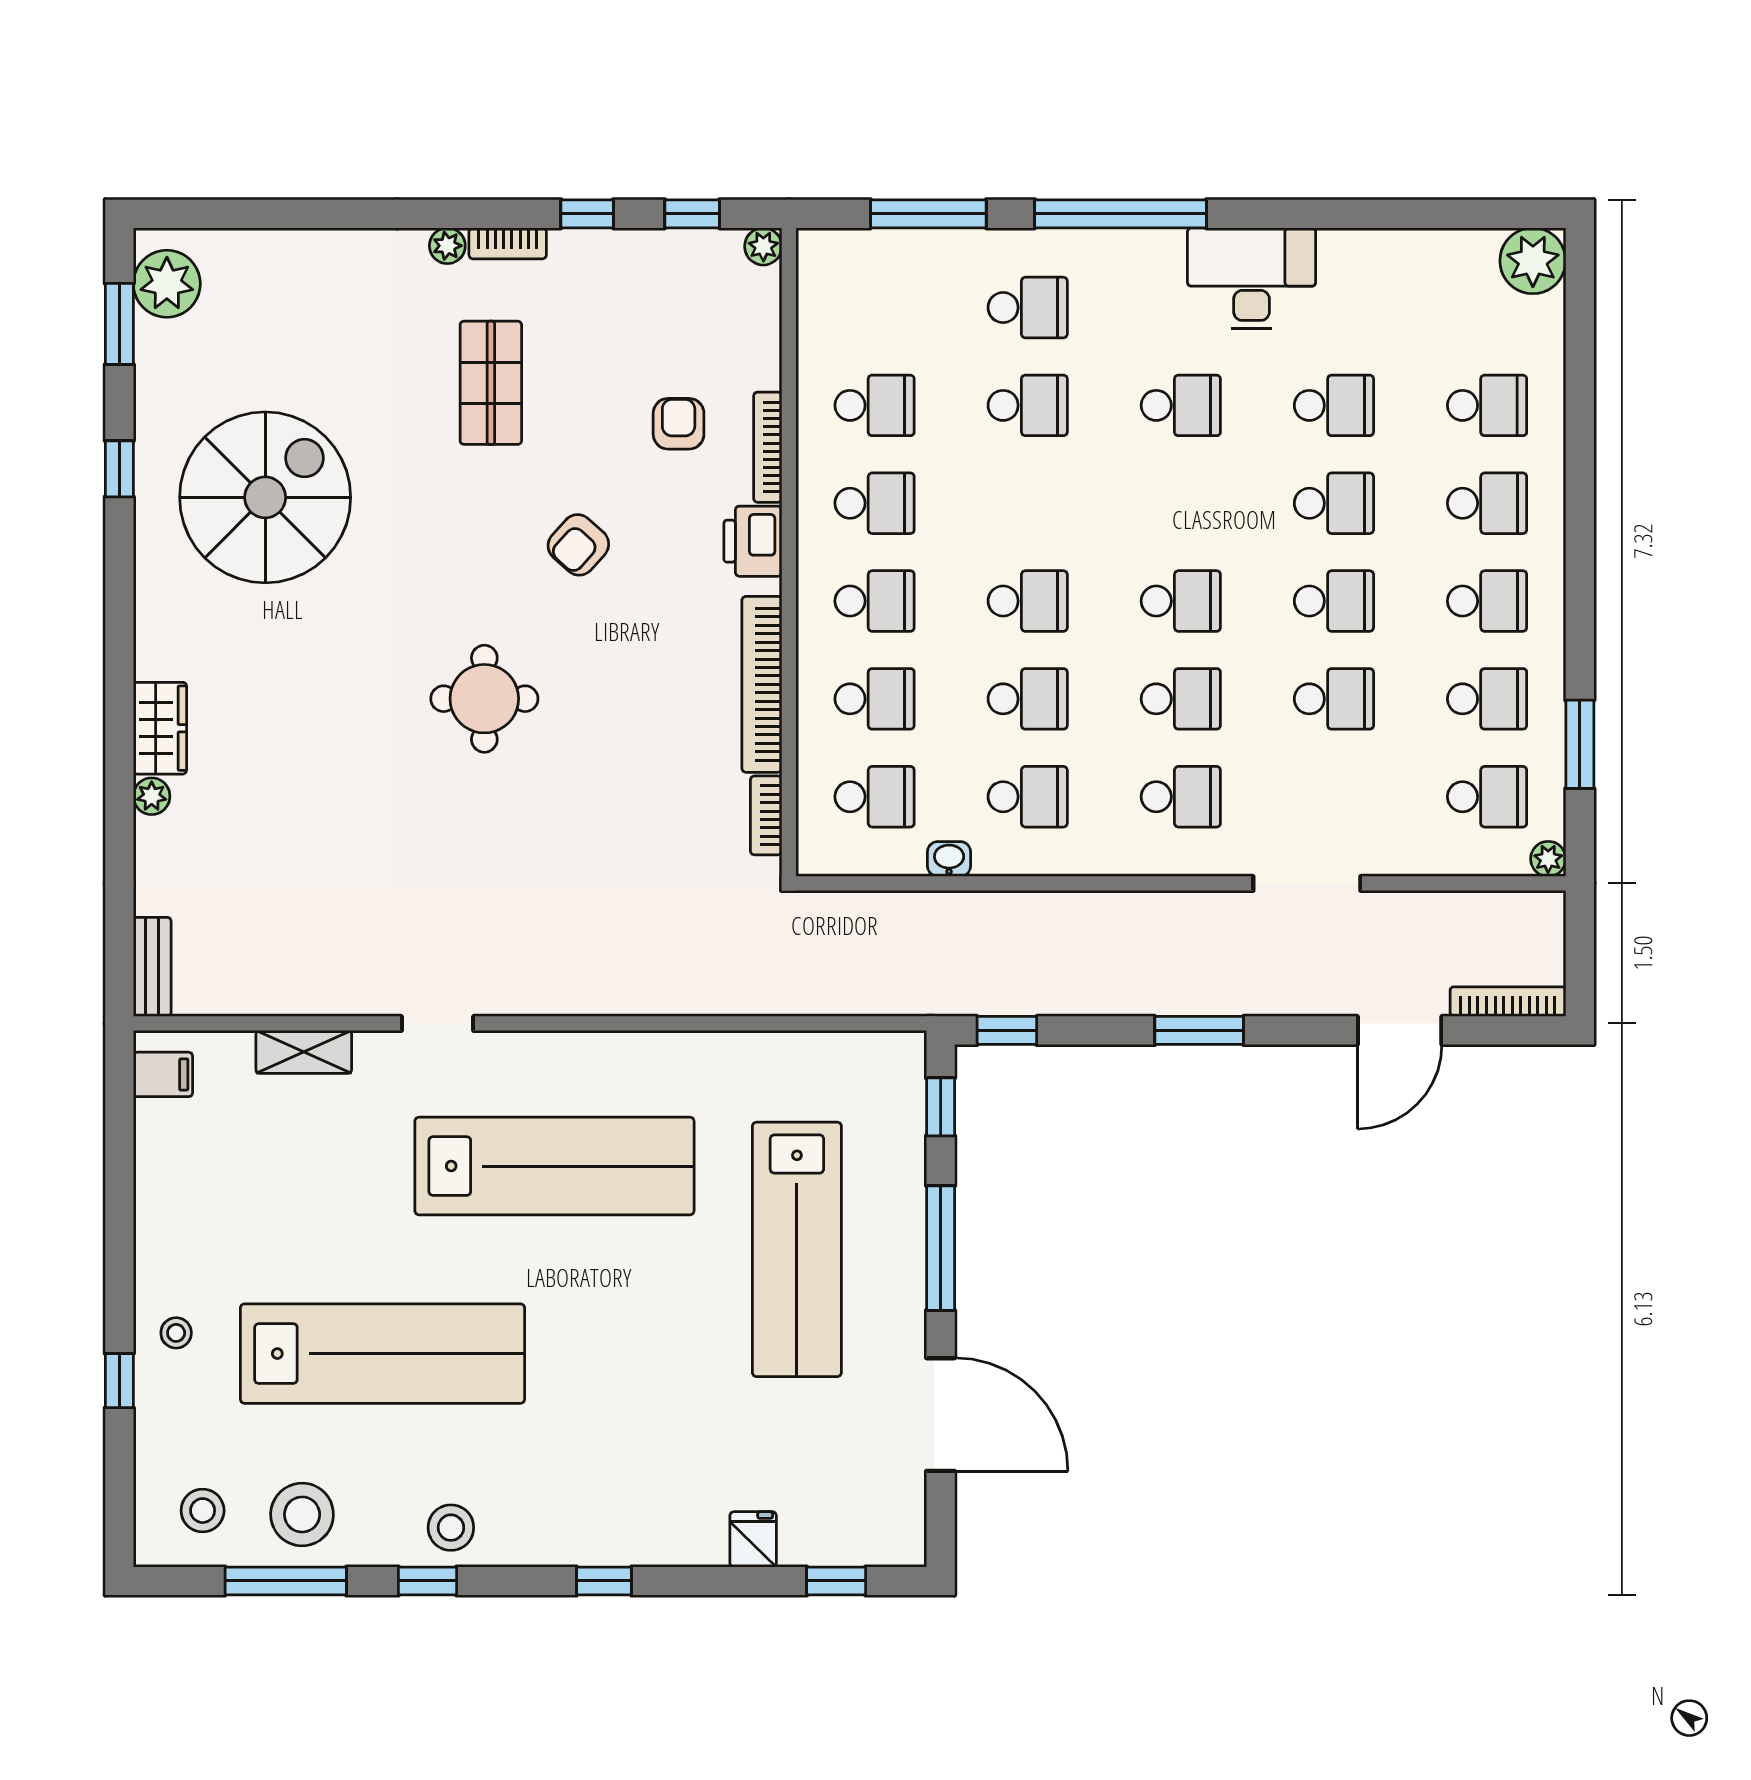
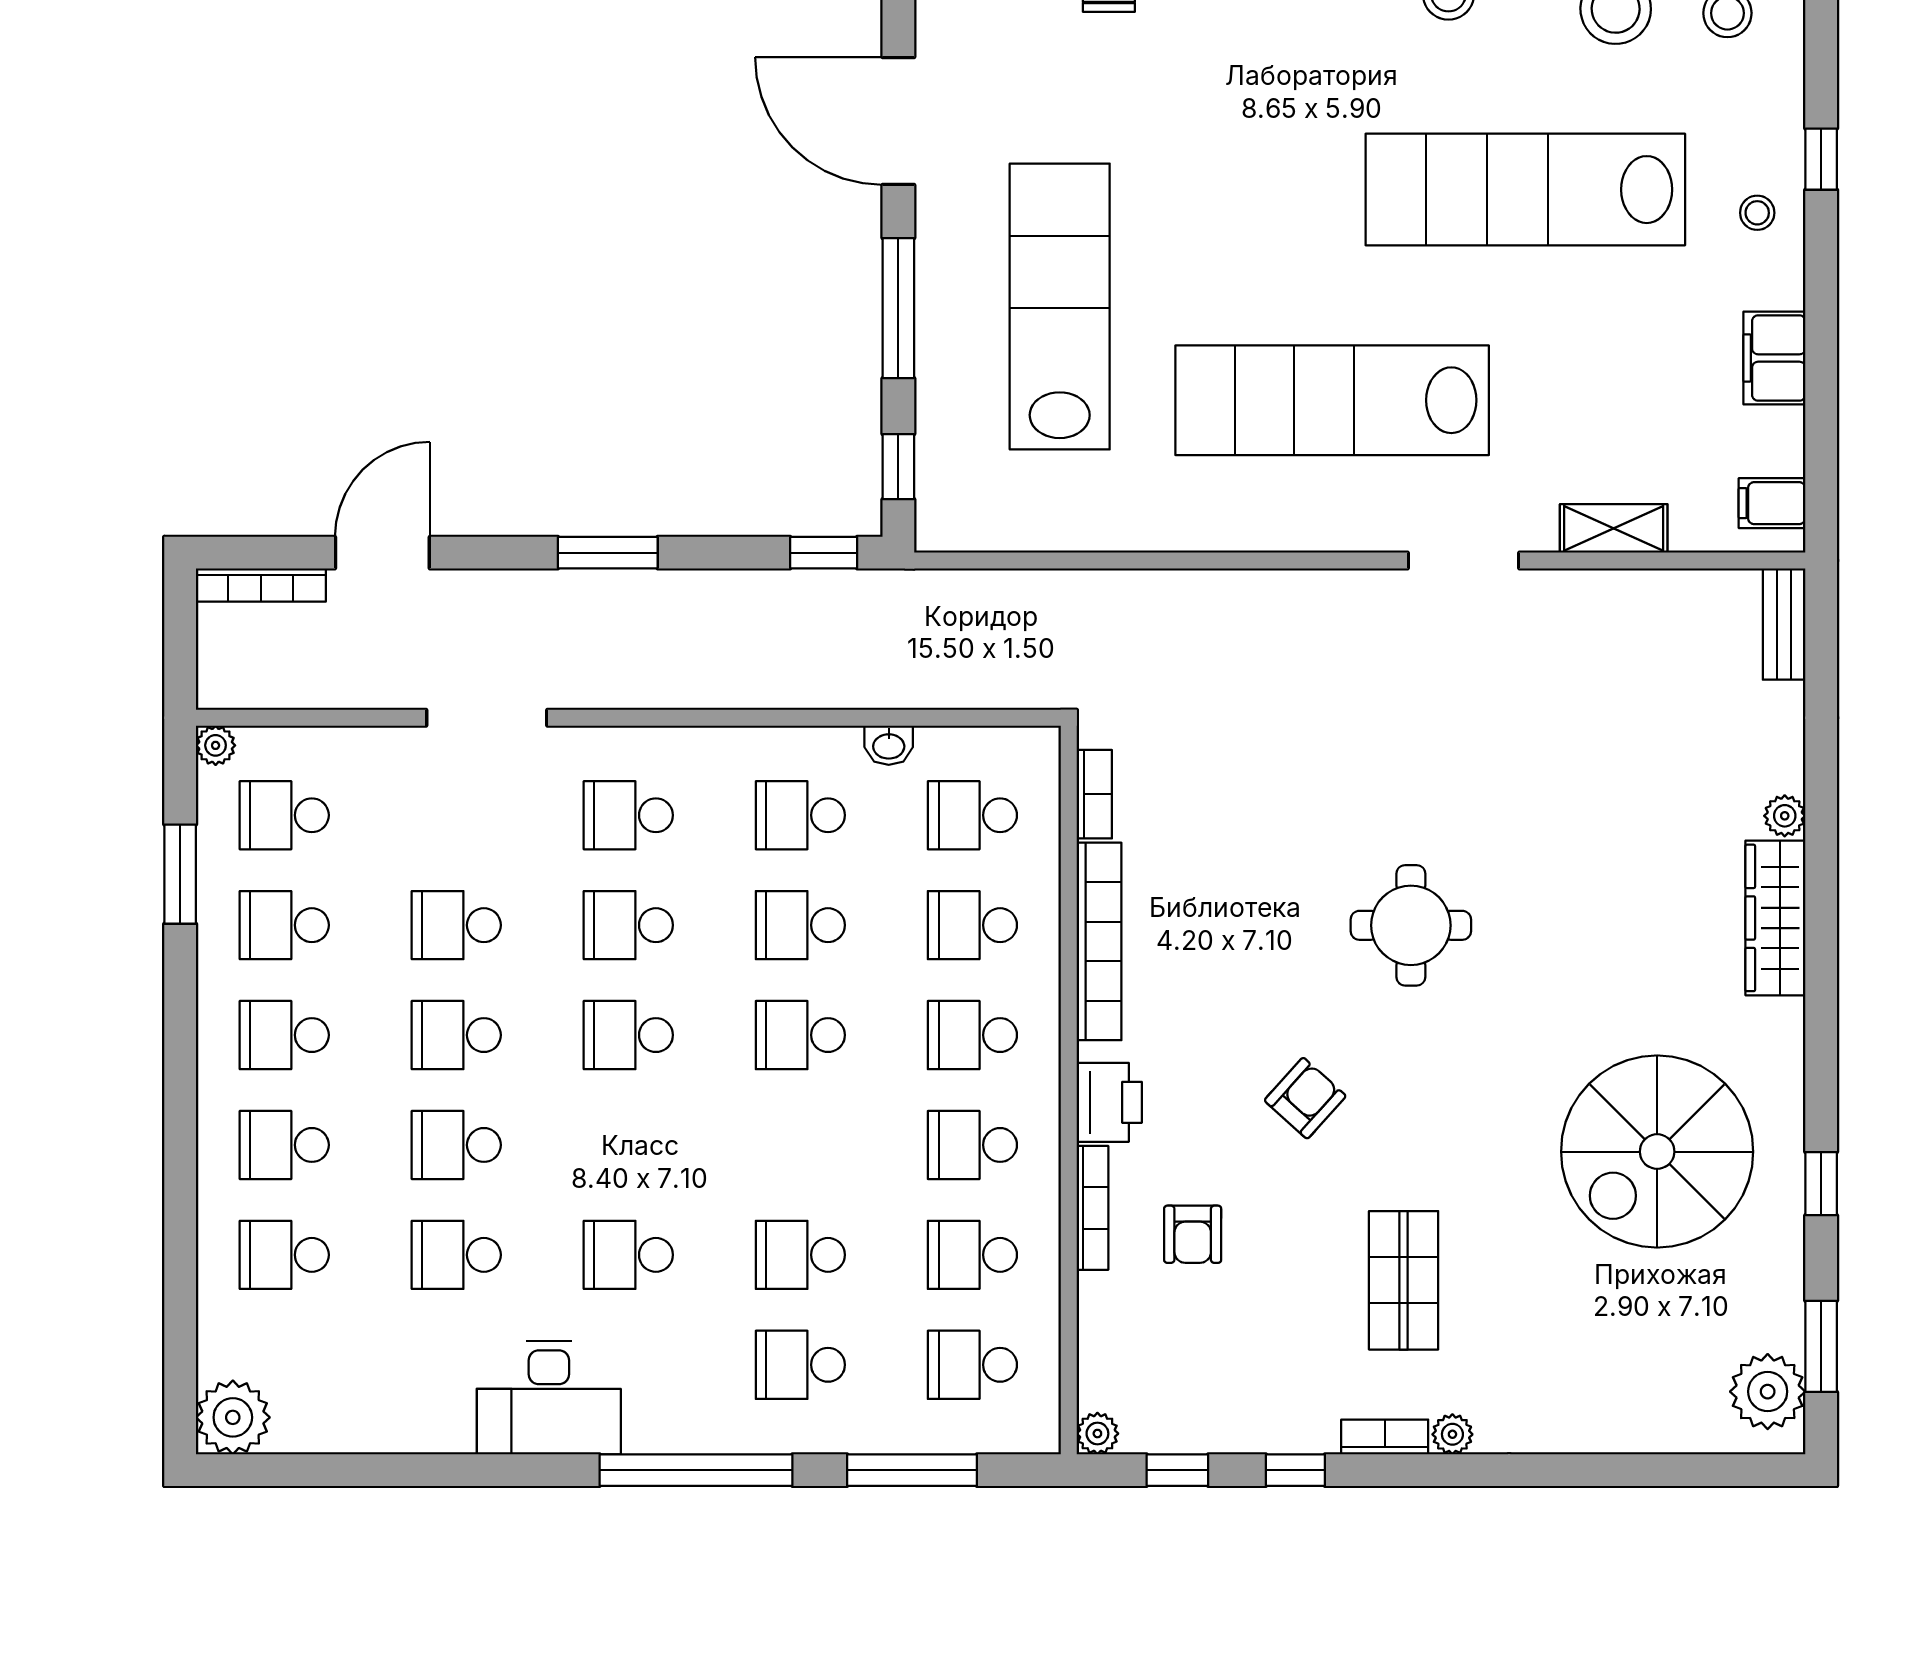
school desk: (875, 308) -> (972, 1365), added
wardrobe: (160, 728) -> (1775, 918), width x1.50
doorway: (438, 1023) -> (1463, 560), width x1.38
filing cabinet: (161, 1204) -> (1774, 358), added

